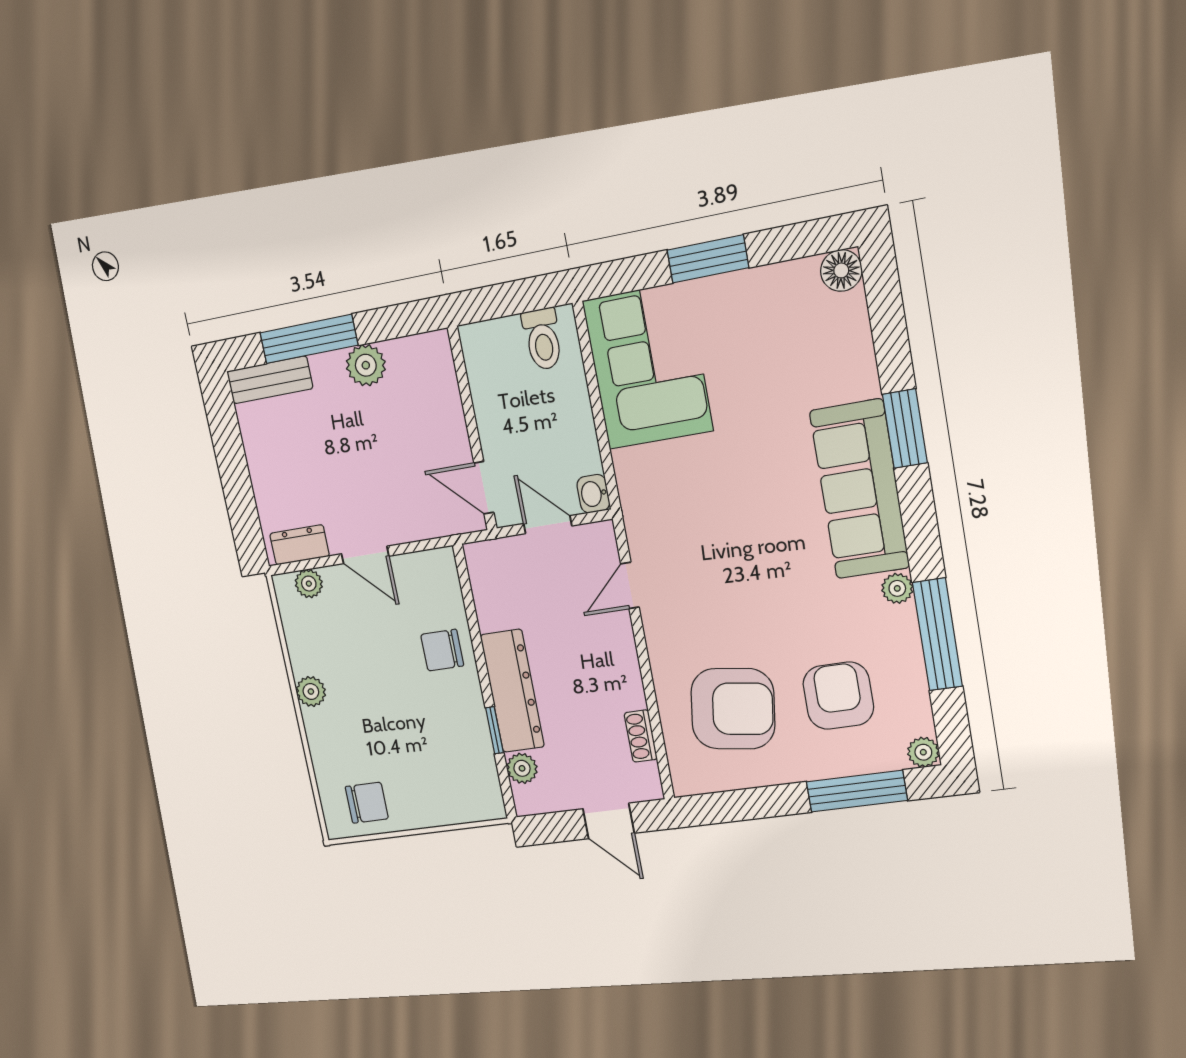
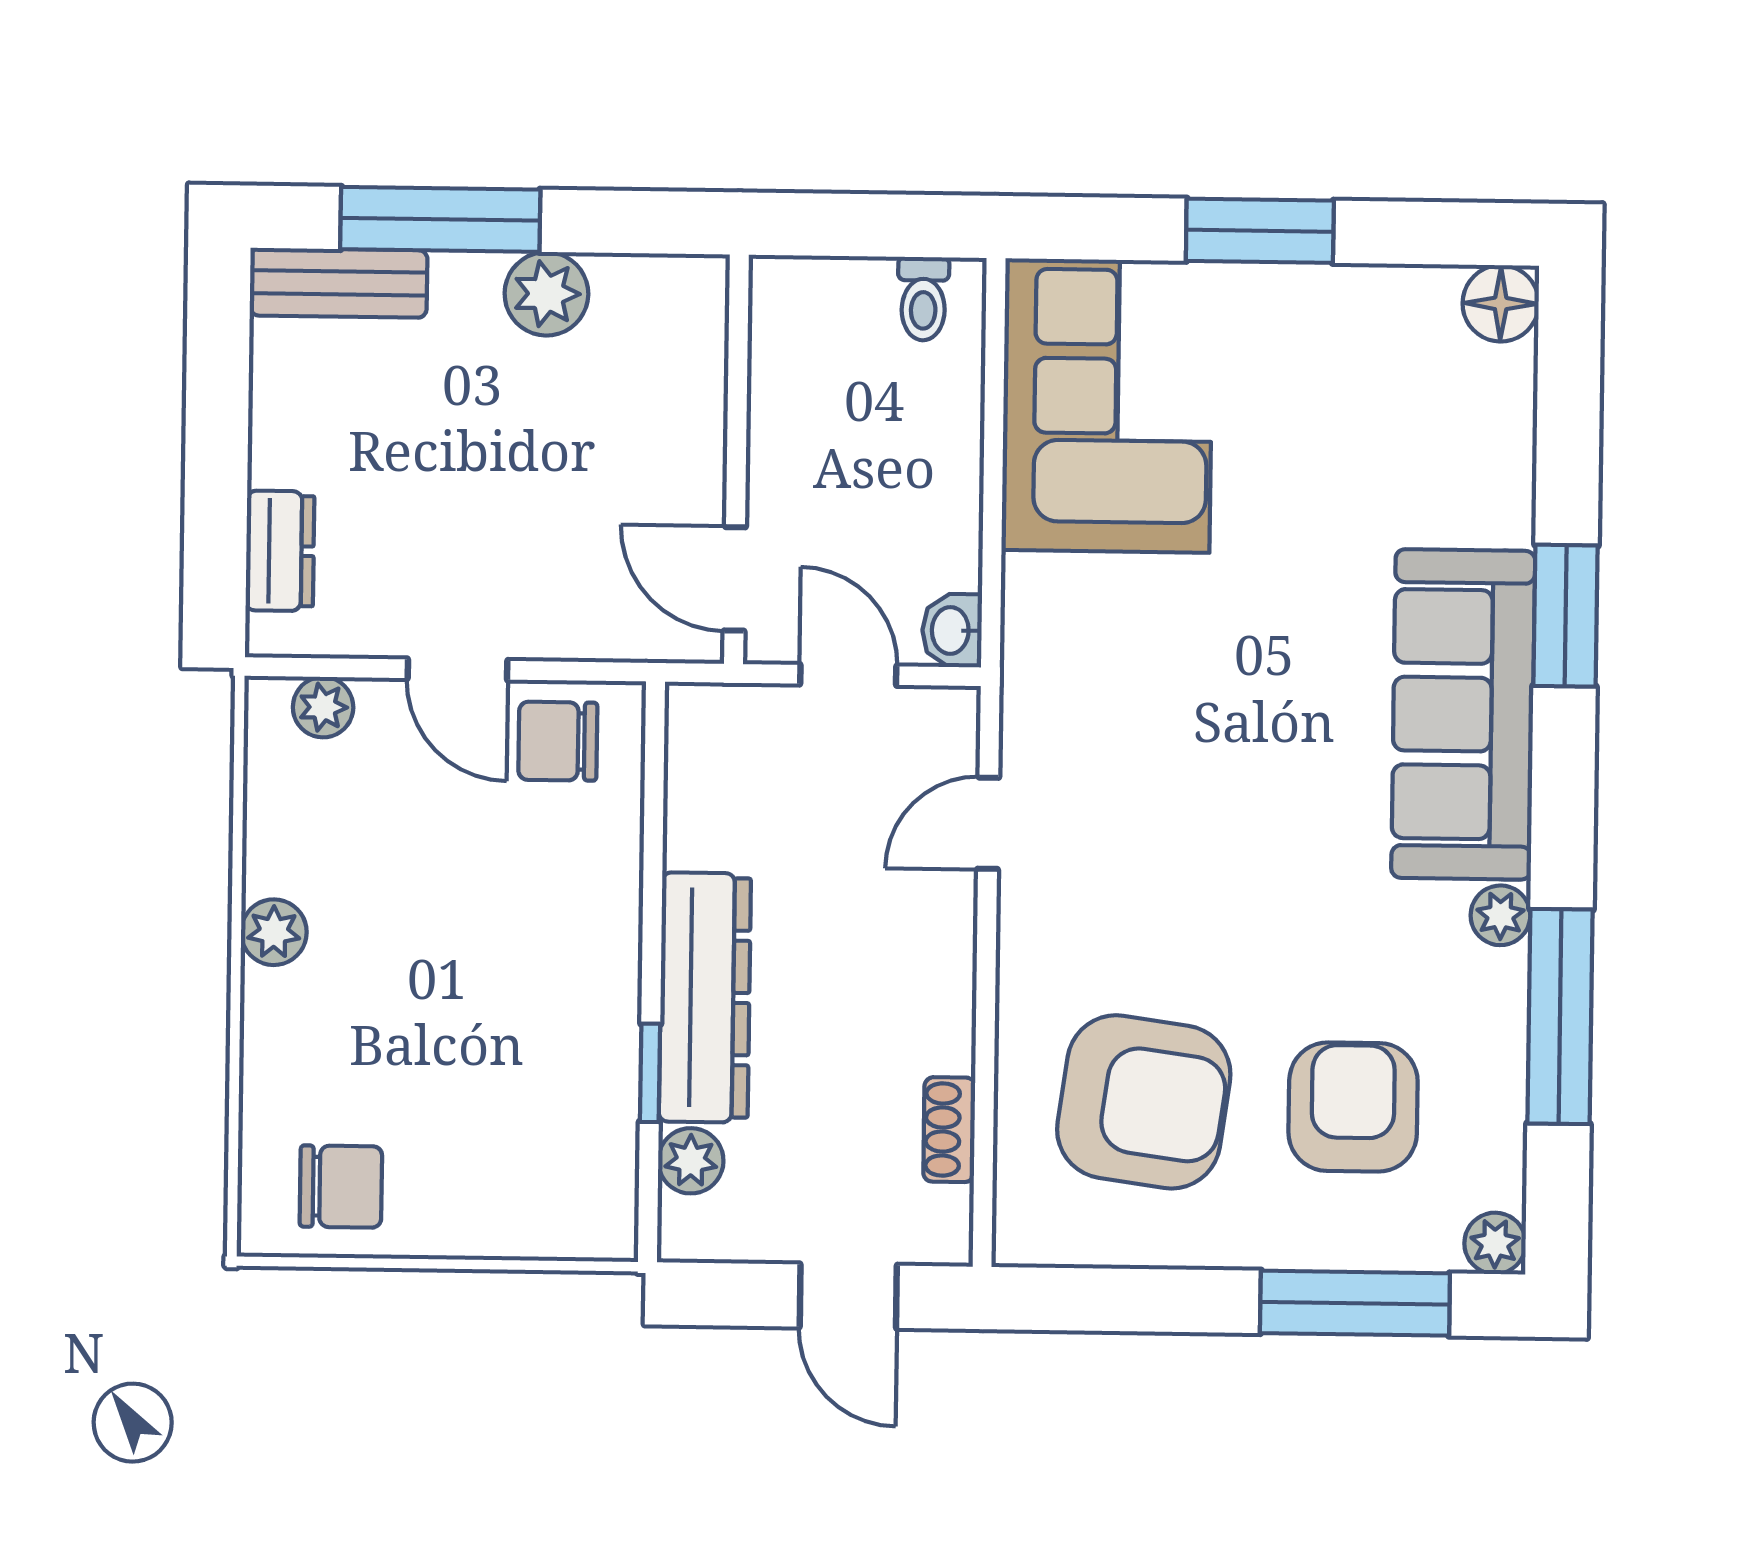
toilet: (543, 339) -> (923, 299), width x0.73, depth x0.72
dresser: (300, 545) -> (280, 551), moved, turned 90
chair: (442, 650) -> (558, 741), moved

